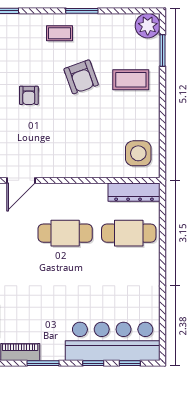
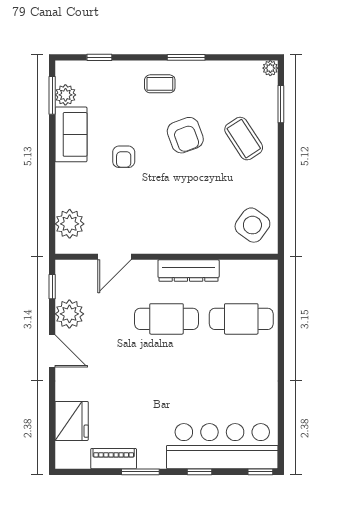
plant: (148, 26) -> (270, 68), width x0.53, depth x0.53
coffee table: (131, 80) -> (244, 139), turned 57
side table: (138, 153) -> (252, 225), turned 36
dresser: (134, 192) -> (189, 271), moved
window: (130, 363) -> (260, 472), moved

